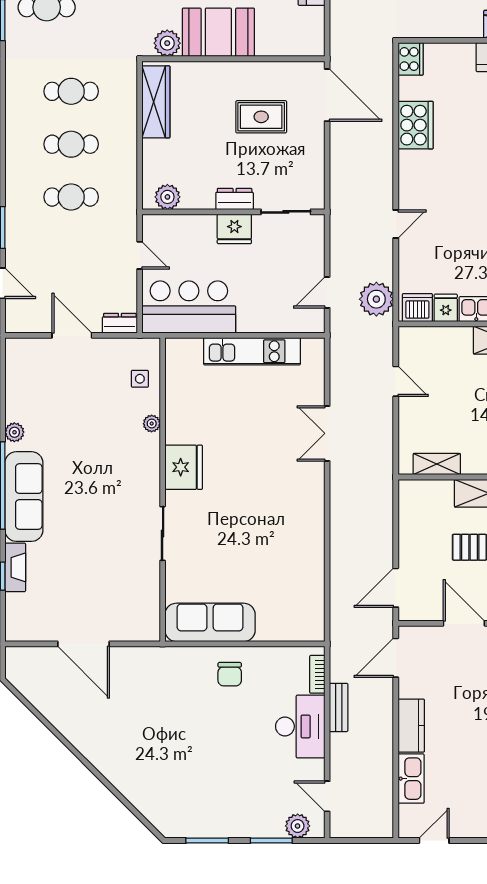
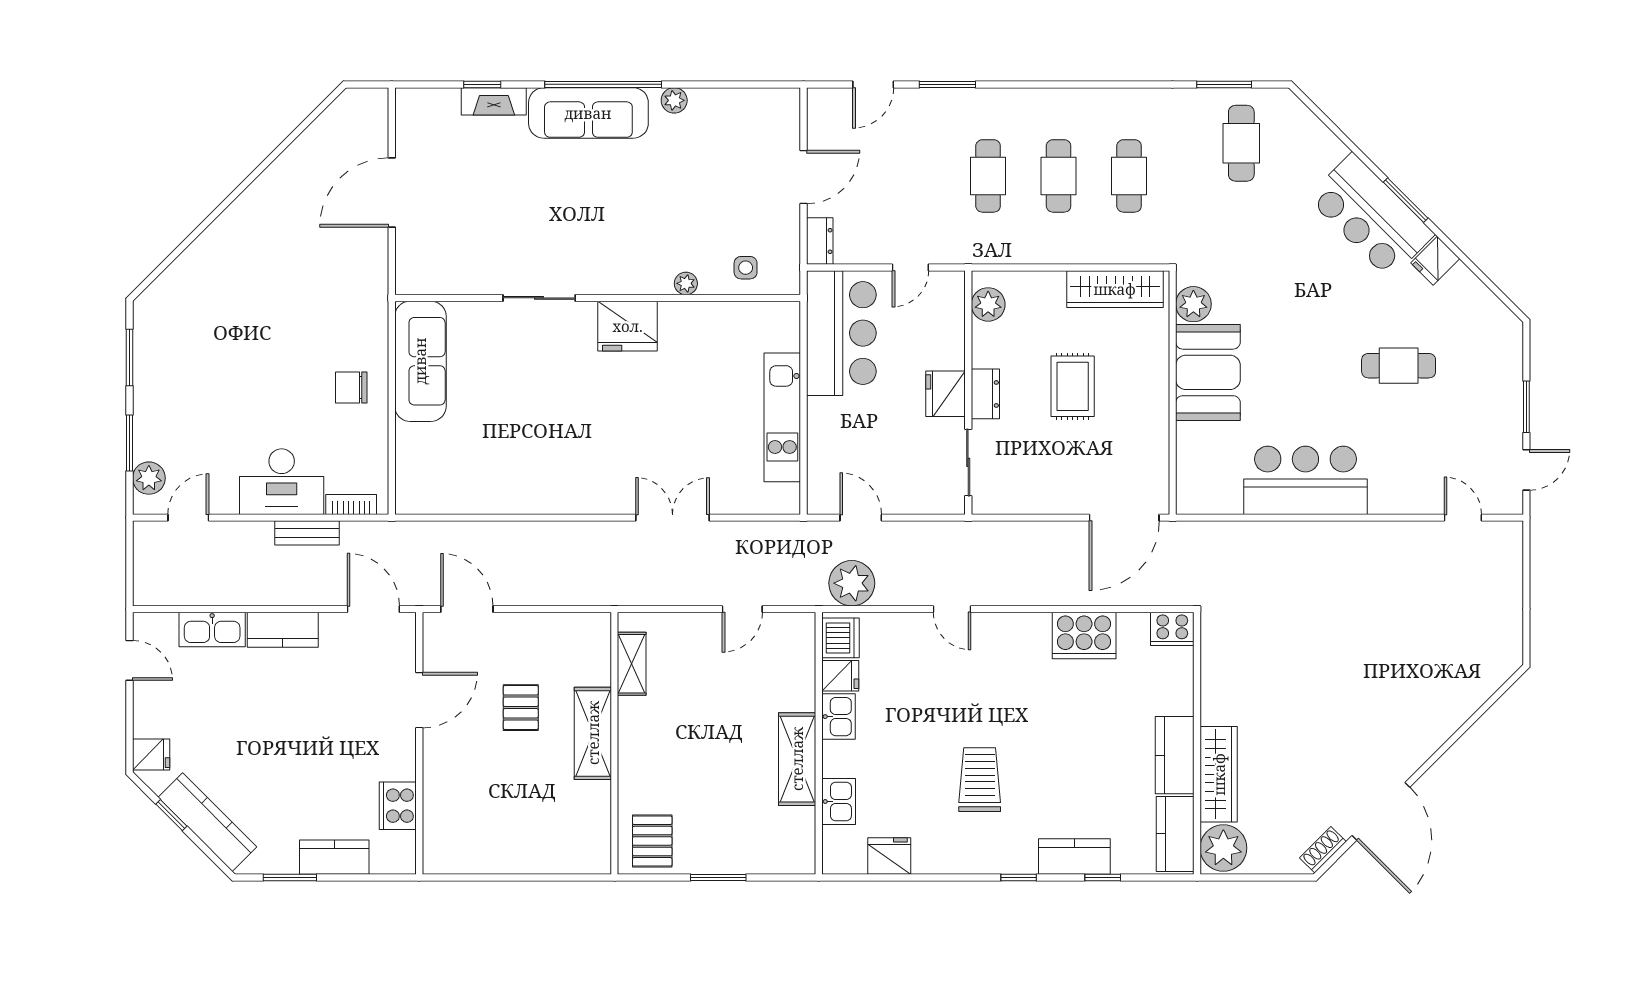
rug: (261, 117) -> (1073, 386), moved

